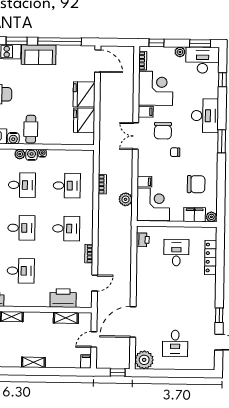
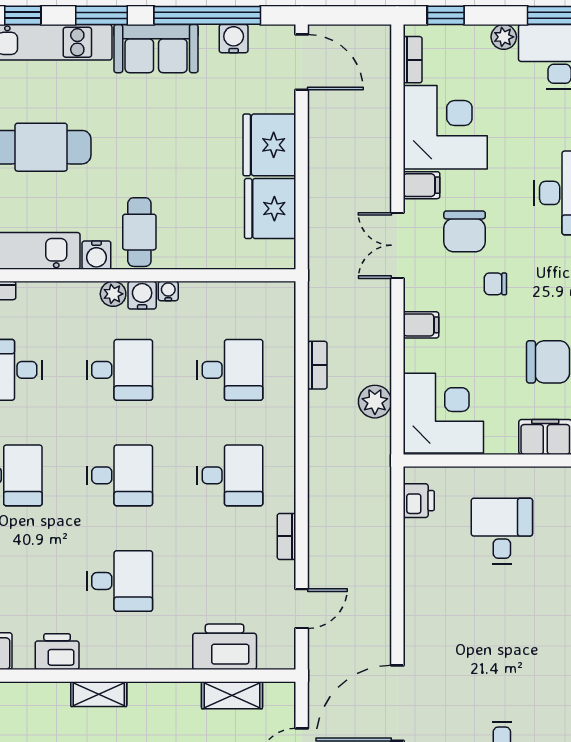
water cooler: (70, 51) -> (234, 39), added
filing cabinet: (144, 182) -> (421, 325), moved

